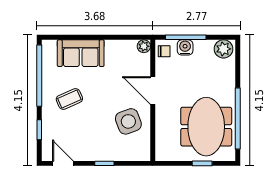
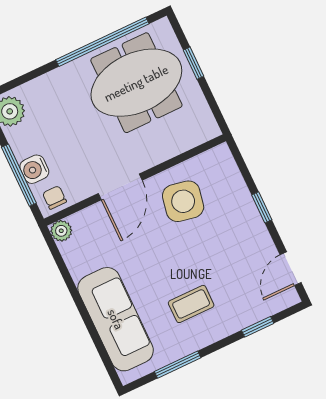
sofa: (81, 53) -> (116, 319), width x1.36
window: (39, 76) -> (178, 365), width x0.47
coffee table: (69, 99) -> (191, 304), turned -66
side table: (128, 121) -> (183, 201), turned 31

